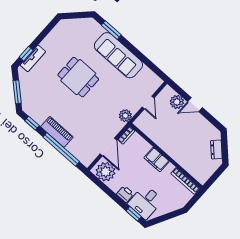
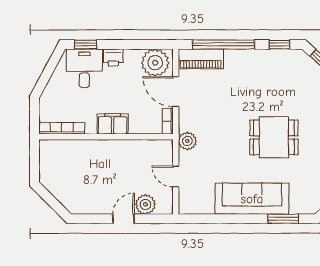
piano: (57, 132) -> (201, 59), moved
dresser: (216, 149) -> (58, 191), removed

